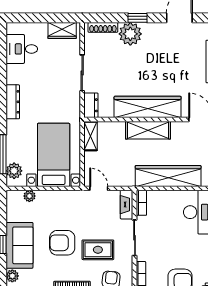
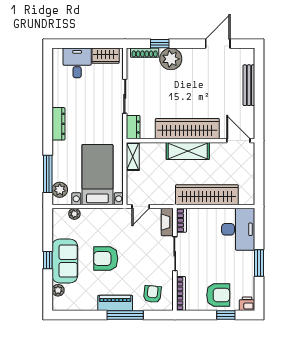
window: (137, 18) -> (160, 44), moved
desk: (22, 49) -> (77, 63), moved, turned 90
door: (99, 188) -> (141, 207), swing flipped
rug: (98, 250) -> (140, 265), removed

